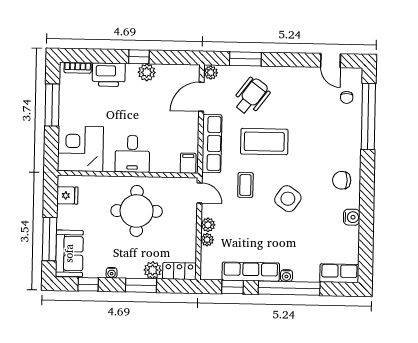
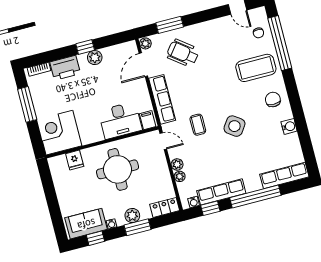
wheelchair: (251, 96) -> (183, 53), turned -89
coffee table: (264, 142) -> (256, 68), moved
desk: (132, 154) -> (120, 120), moved, width x1.37
chair: (342, 180) -> (273, 100), turned 90
fridge: (67, 195) -> (75, 160), moved, turned 90
window: (50, 239) -> (55, 211), removed
sofa: (69, 253) -> (86, 224), moved, turned -90
plant: (153, 270) -> (132, 216), moved
row of seats: (339, 273) -> (284, 176), width x1.48
water cooler: (286, 276) -> (194, 202), moved

